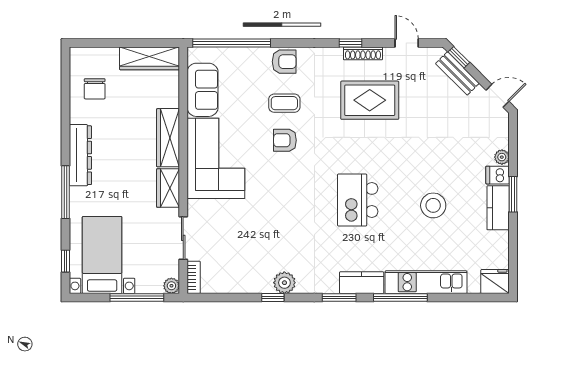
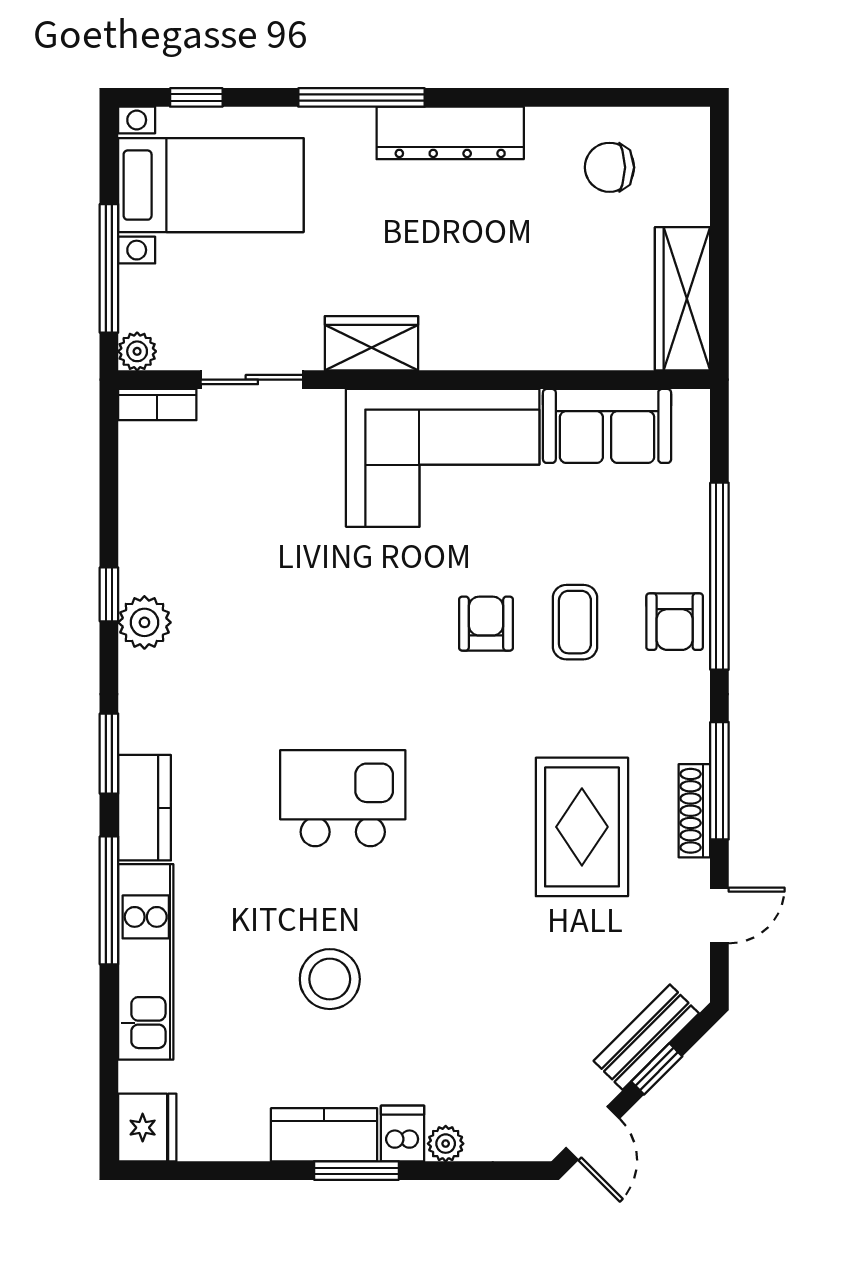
window: (232, 43) -> (719, 576), moved
window: (350, 43) -> (719, 781), width x2.17
window: (459, 57) -> (657, 1069), moved
wardrobe: (168, 138) -> (492, 343), removed

